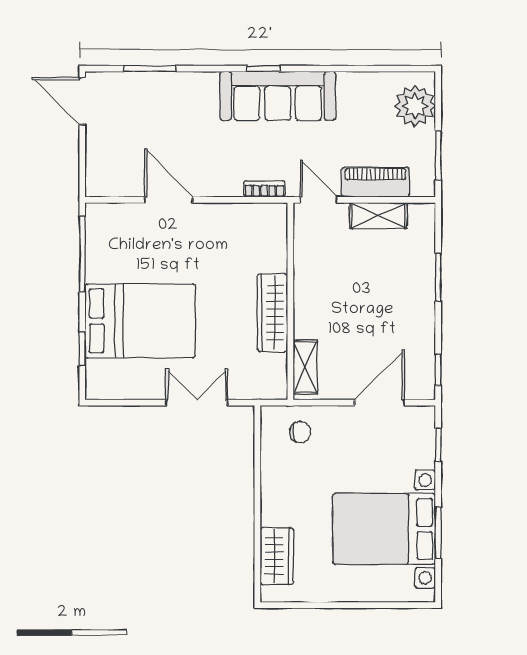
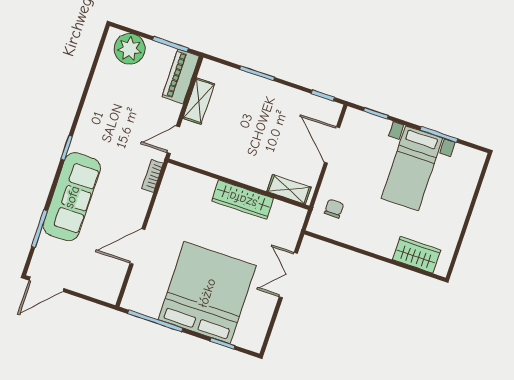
sofa: (278, 96) -> (72, 197), moved
piano: (375, 182) -> (181, 76), moved
bed: (140, 321) -> (207, 293), width x1.36
bed with nightstands: (384, 529) -> (412, 168), width x0.73

